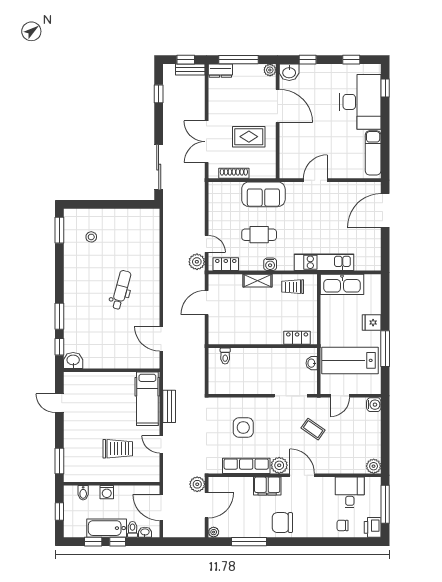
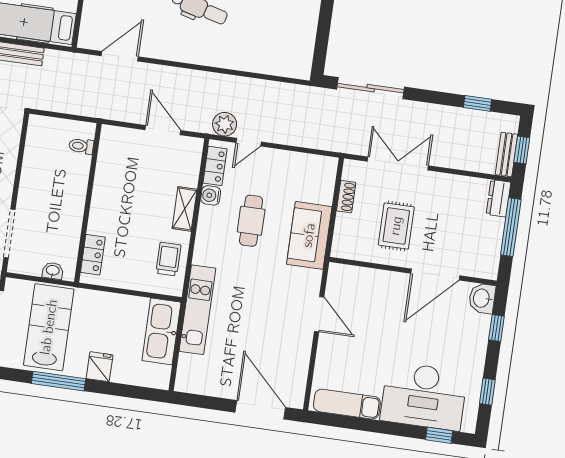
plant: (270, 70) -> (489, 271), removed
shoe rack: (234, 173) -> (346, 197), width x0.70
water cooler: (270, 264) -> (211, 195), moved

